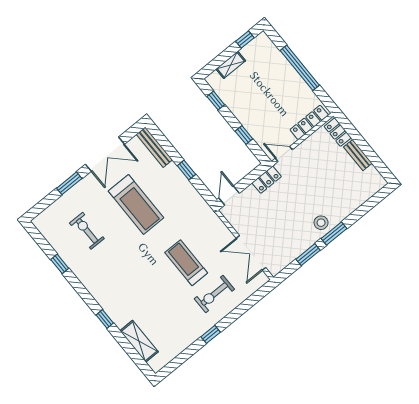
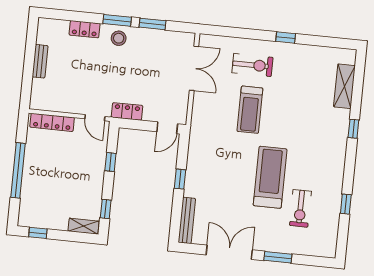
shelving: (231, 65) -> (83, 226), moved
locker: (338, 132) -> (85, 29), moved, turned 90
treadmill: (136, 204) -> (270, 177), moved

